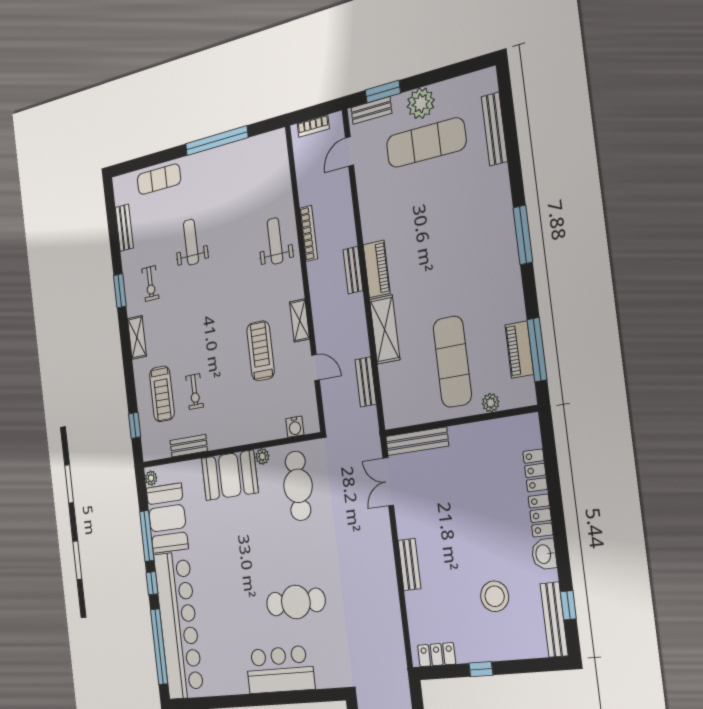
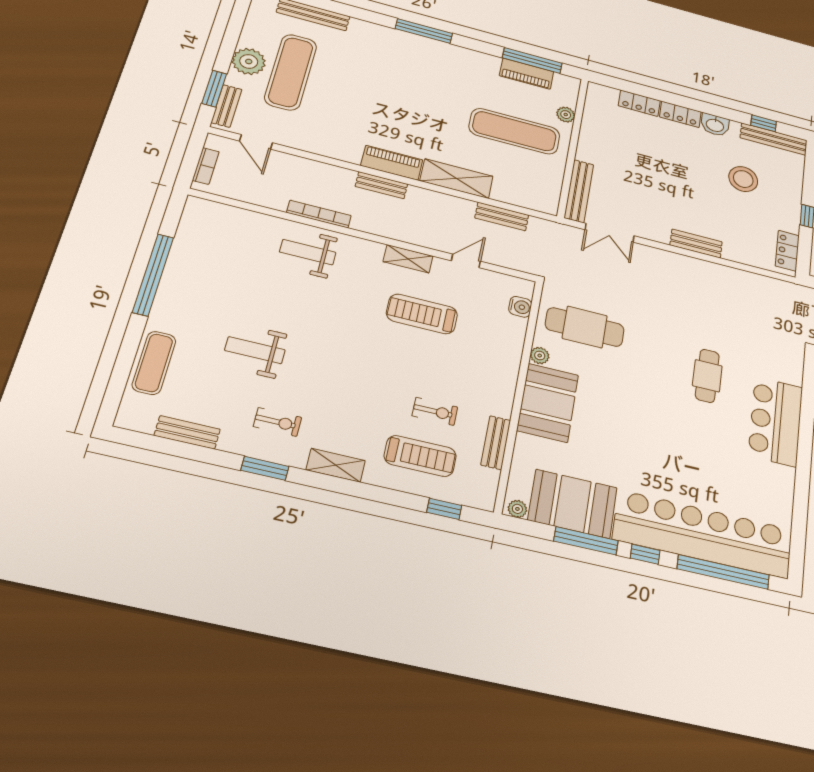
cafe table: (296, 602) -> (707, 376), width x0.73, depth x0.74

